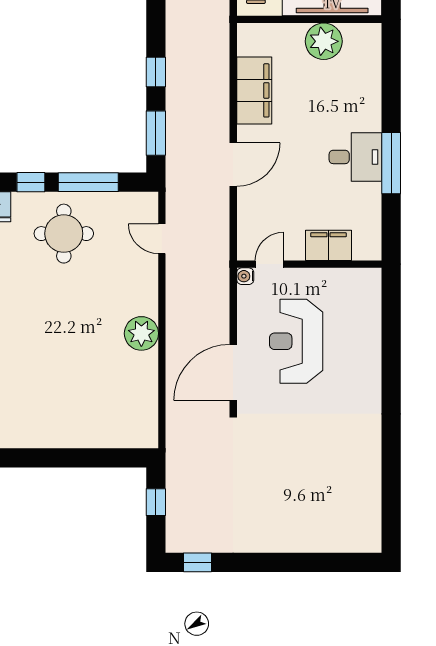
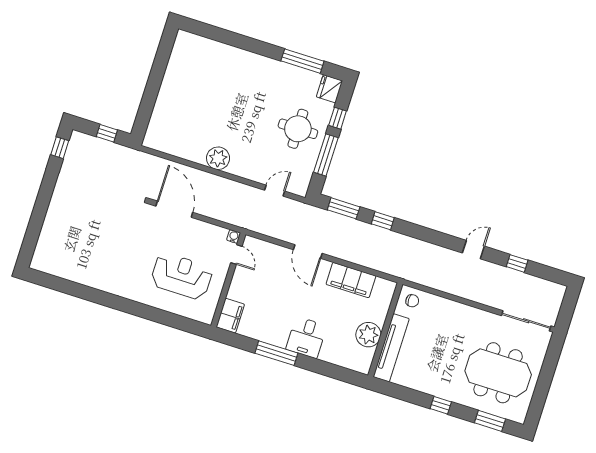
desk: (355, 157) -> (306, 337), moved
filing cabinet: (329, 245) -> (230, 316), moved
reception desk: (296, 341) -> (182, 276), moved

